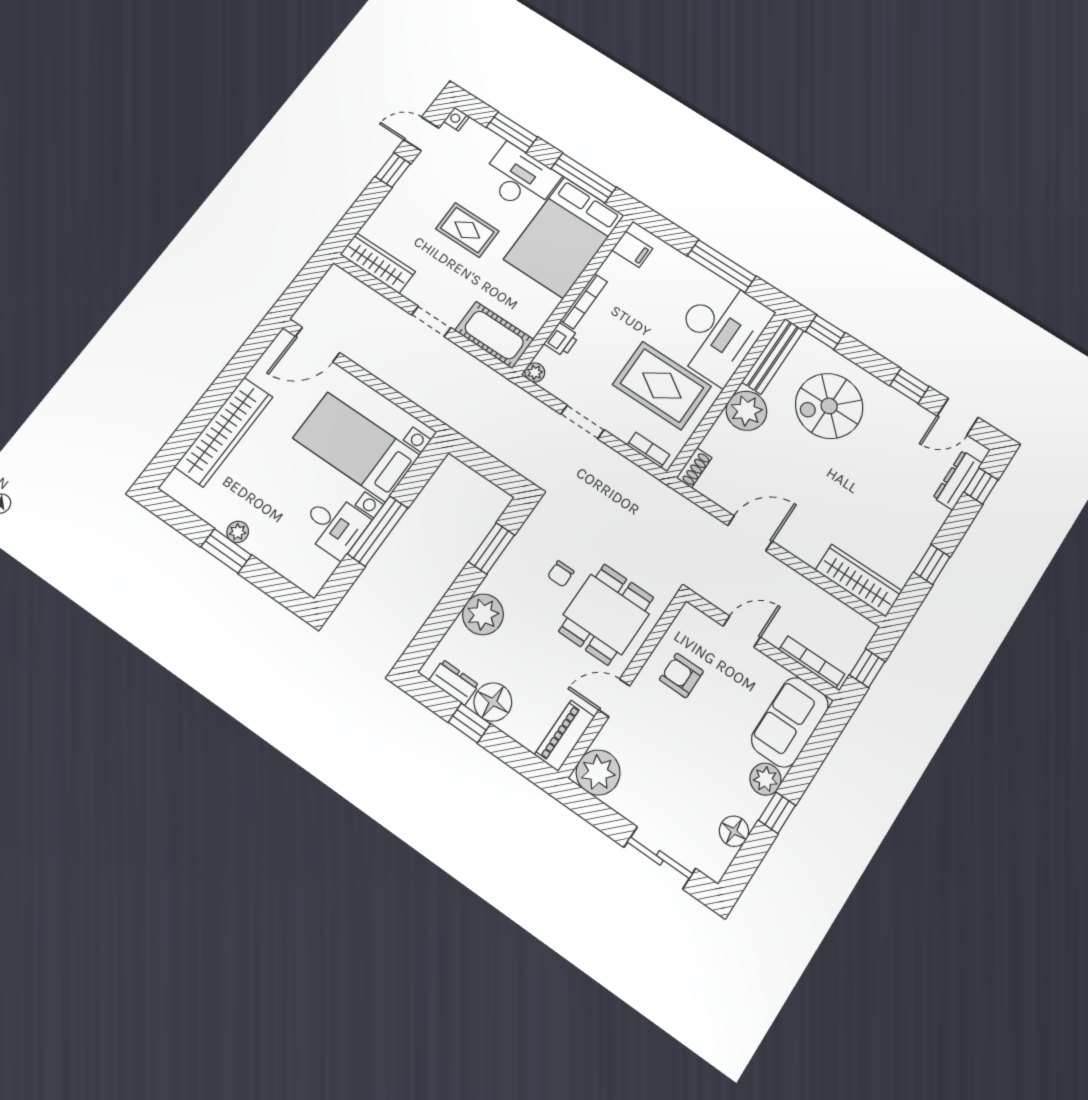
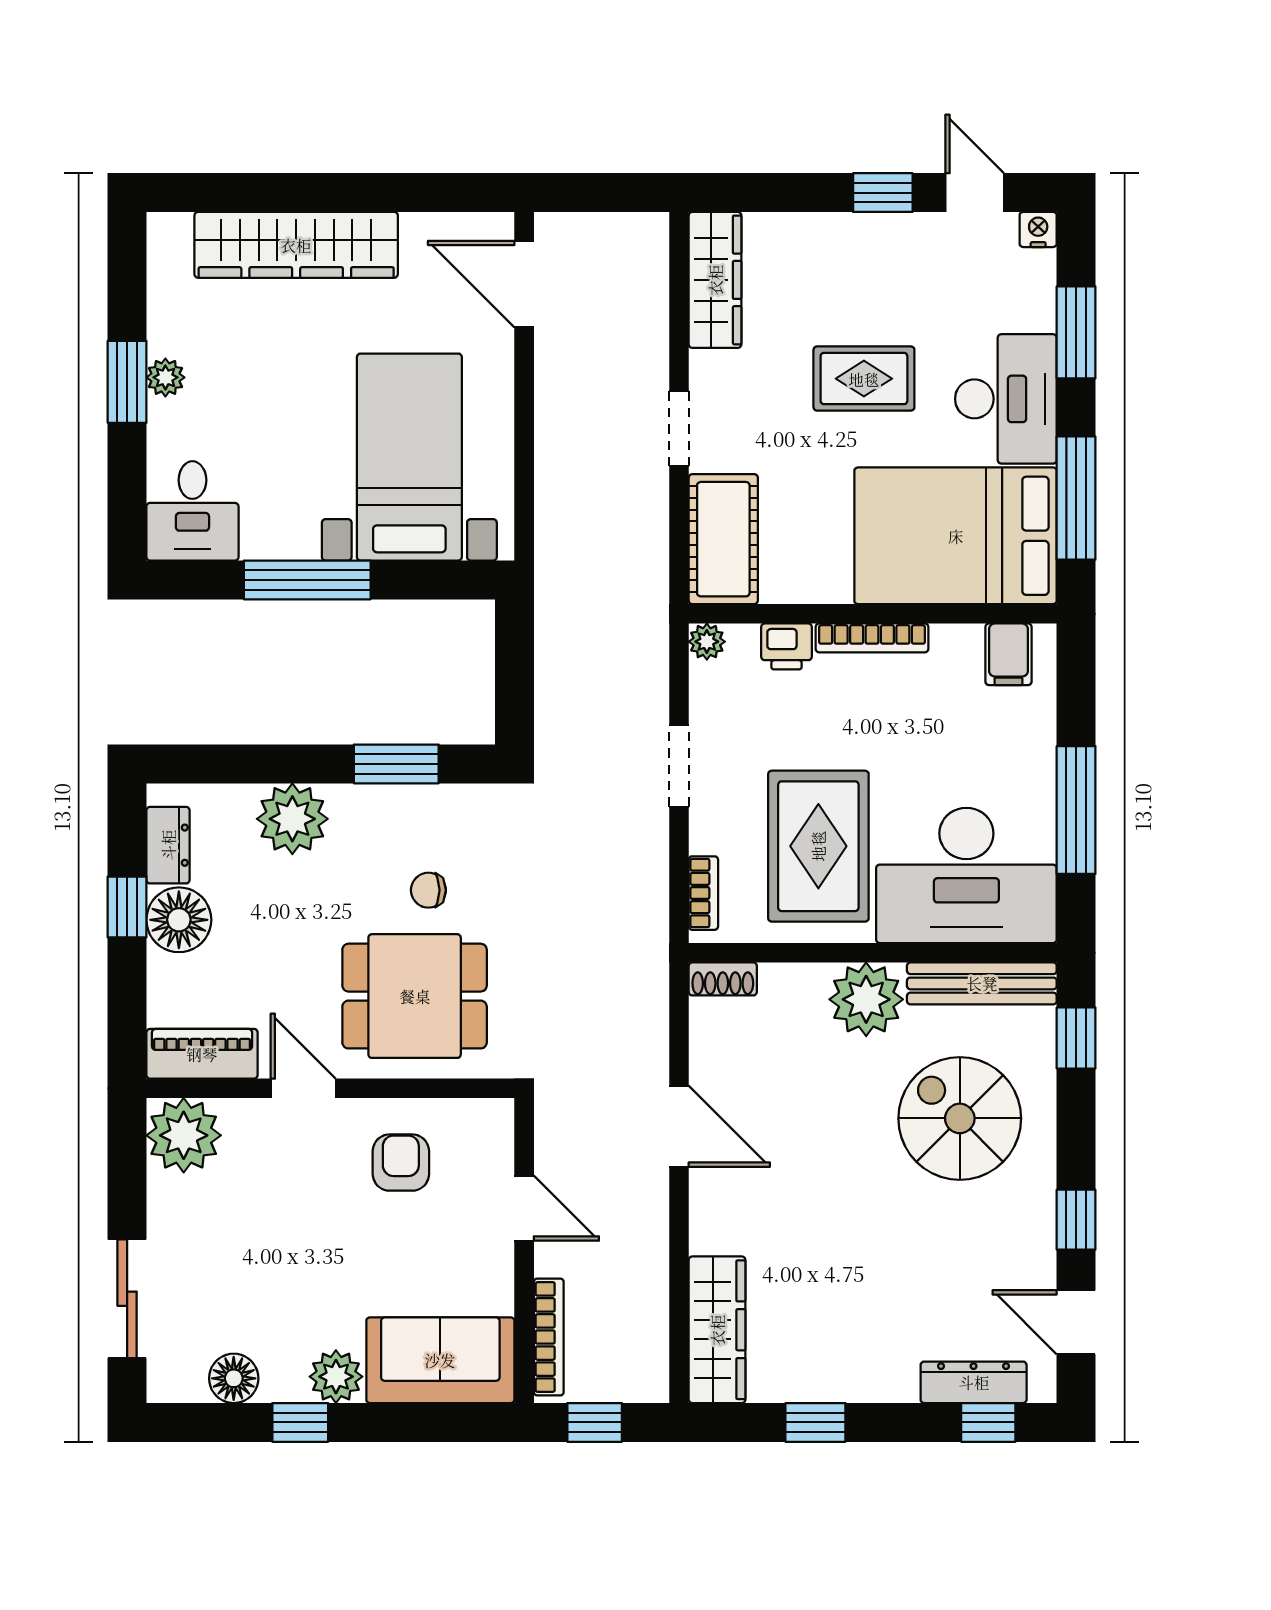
rug: (467, 230) -> (864, 379), turned 90
desk: (334, 525) -> (192, 511), moved

